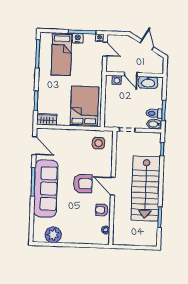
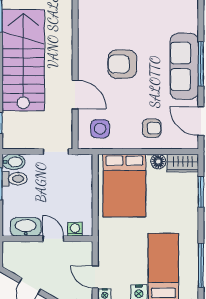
floor lamp: (62, 121) -> (158, 162), added
door: (113, 186) -> (75, 95), moved
sofa: (46, 189) -> (184, 66), width x0.74, depth x0.79
armchair: (102, 210) -> (152, 128), moved

